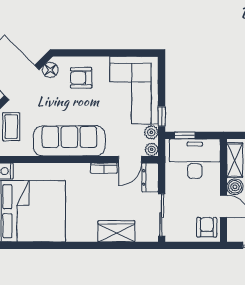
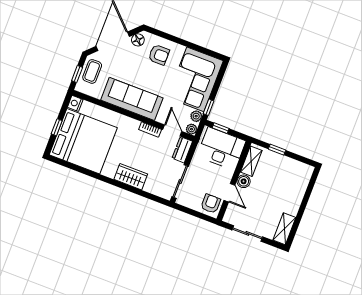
armchair: (81, 78) -> (159, 55), turned 180
door: (130, 159) -> (172, 130), swing flipped
wardrobe: (116, 231) -> (131, 177), moved

